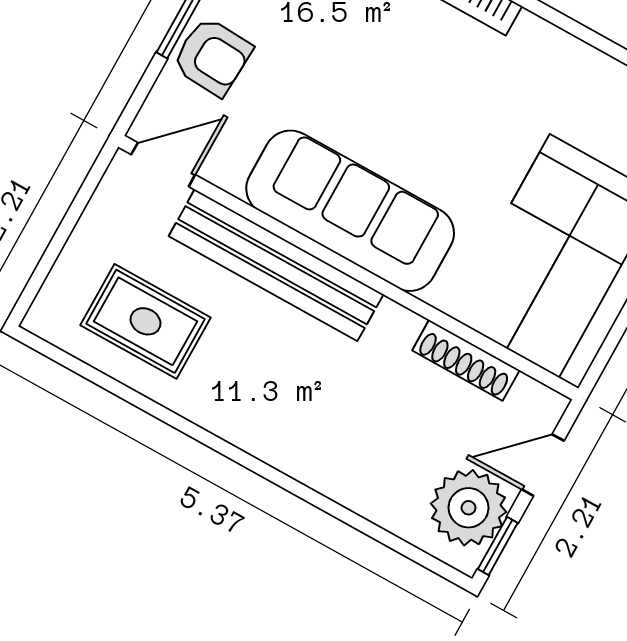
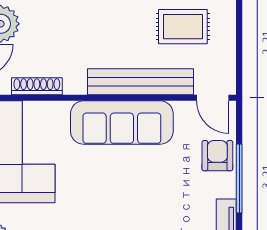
armchair: (212, 57) -> (217, 156), turned 87
door: (163, 165) -> (213, 98), hinge flipped

